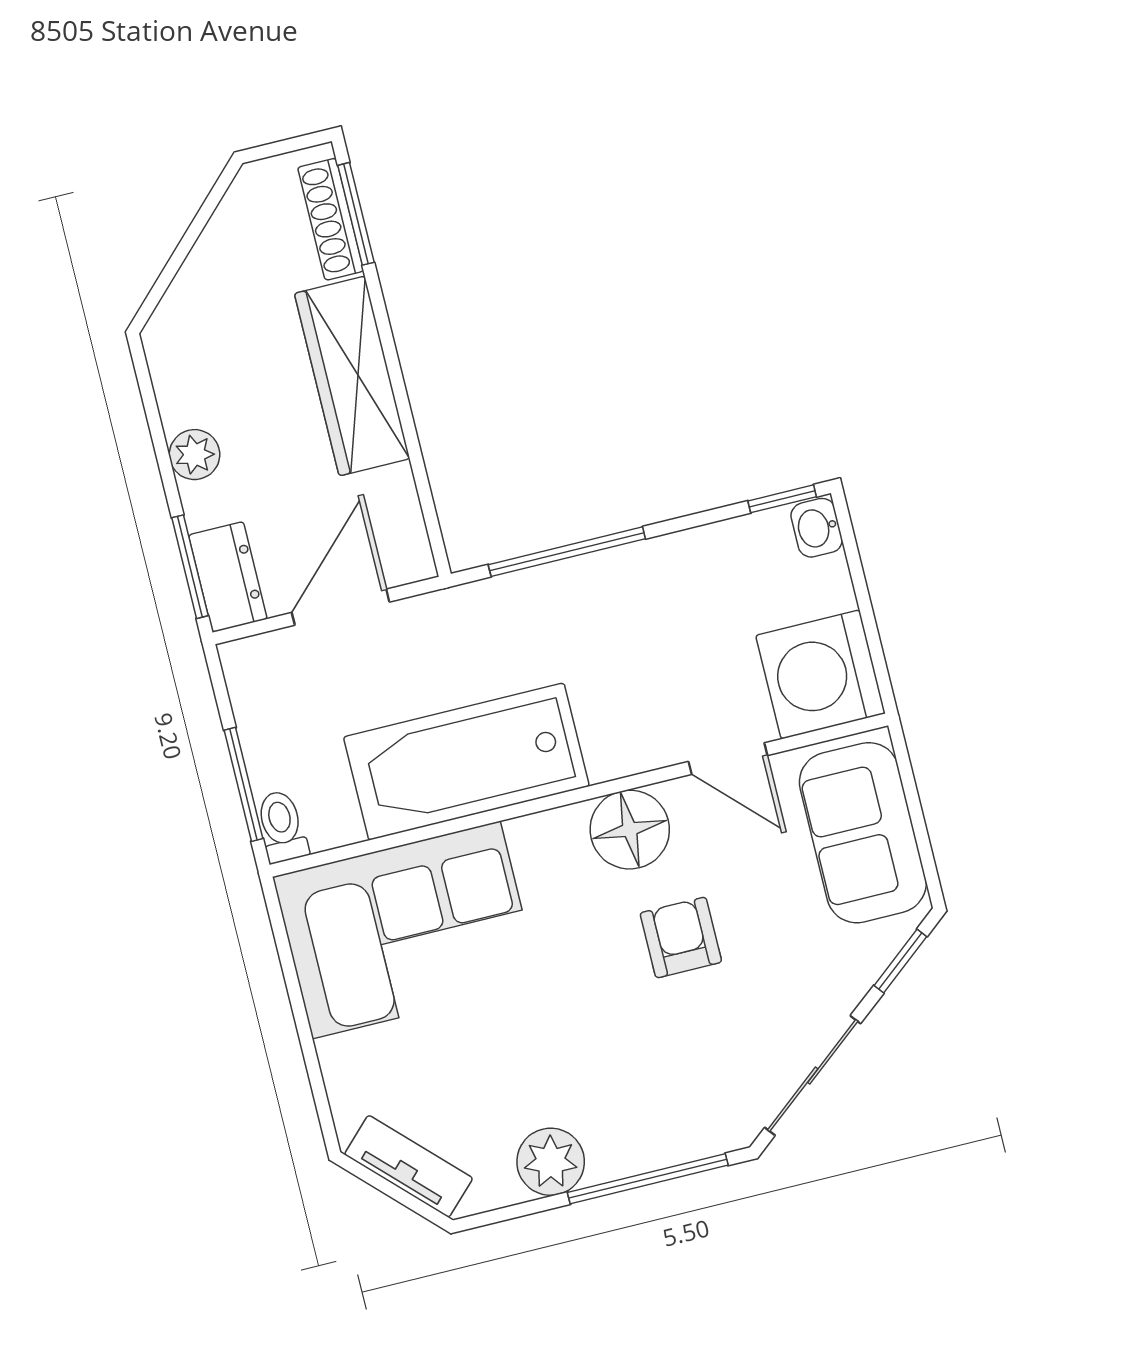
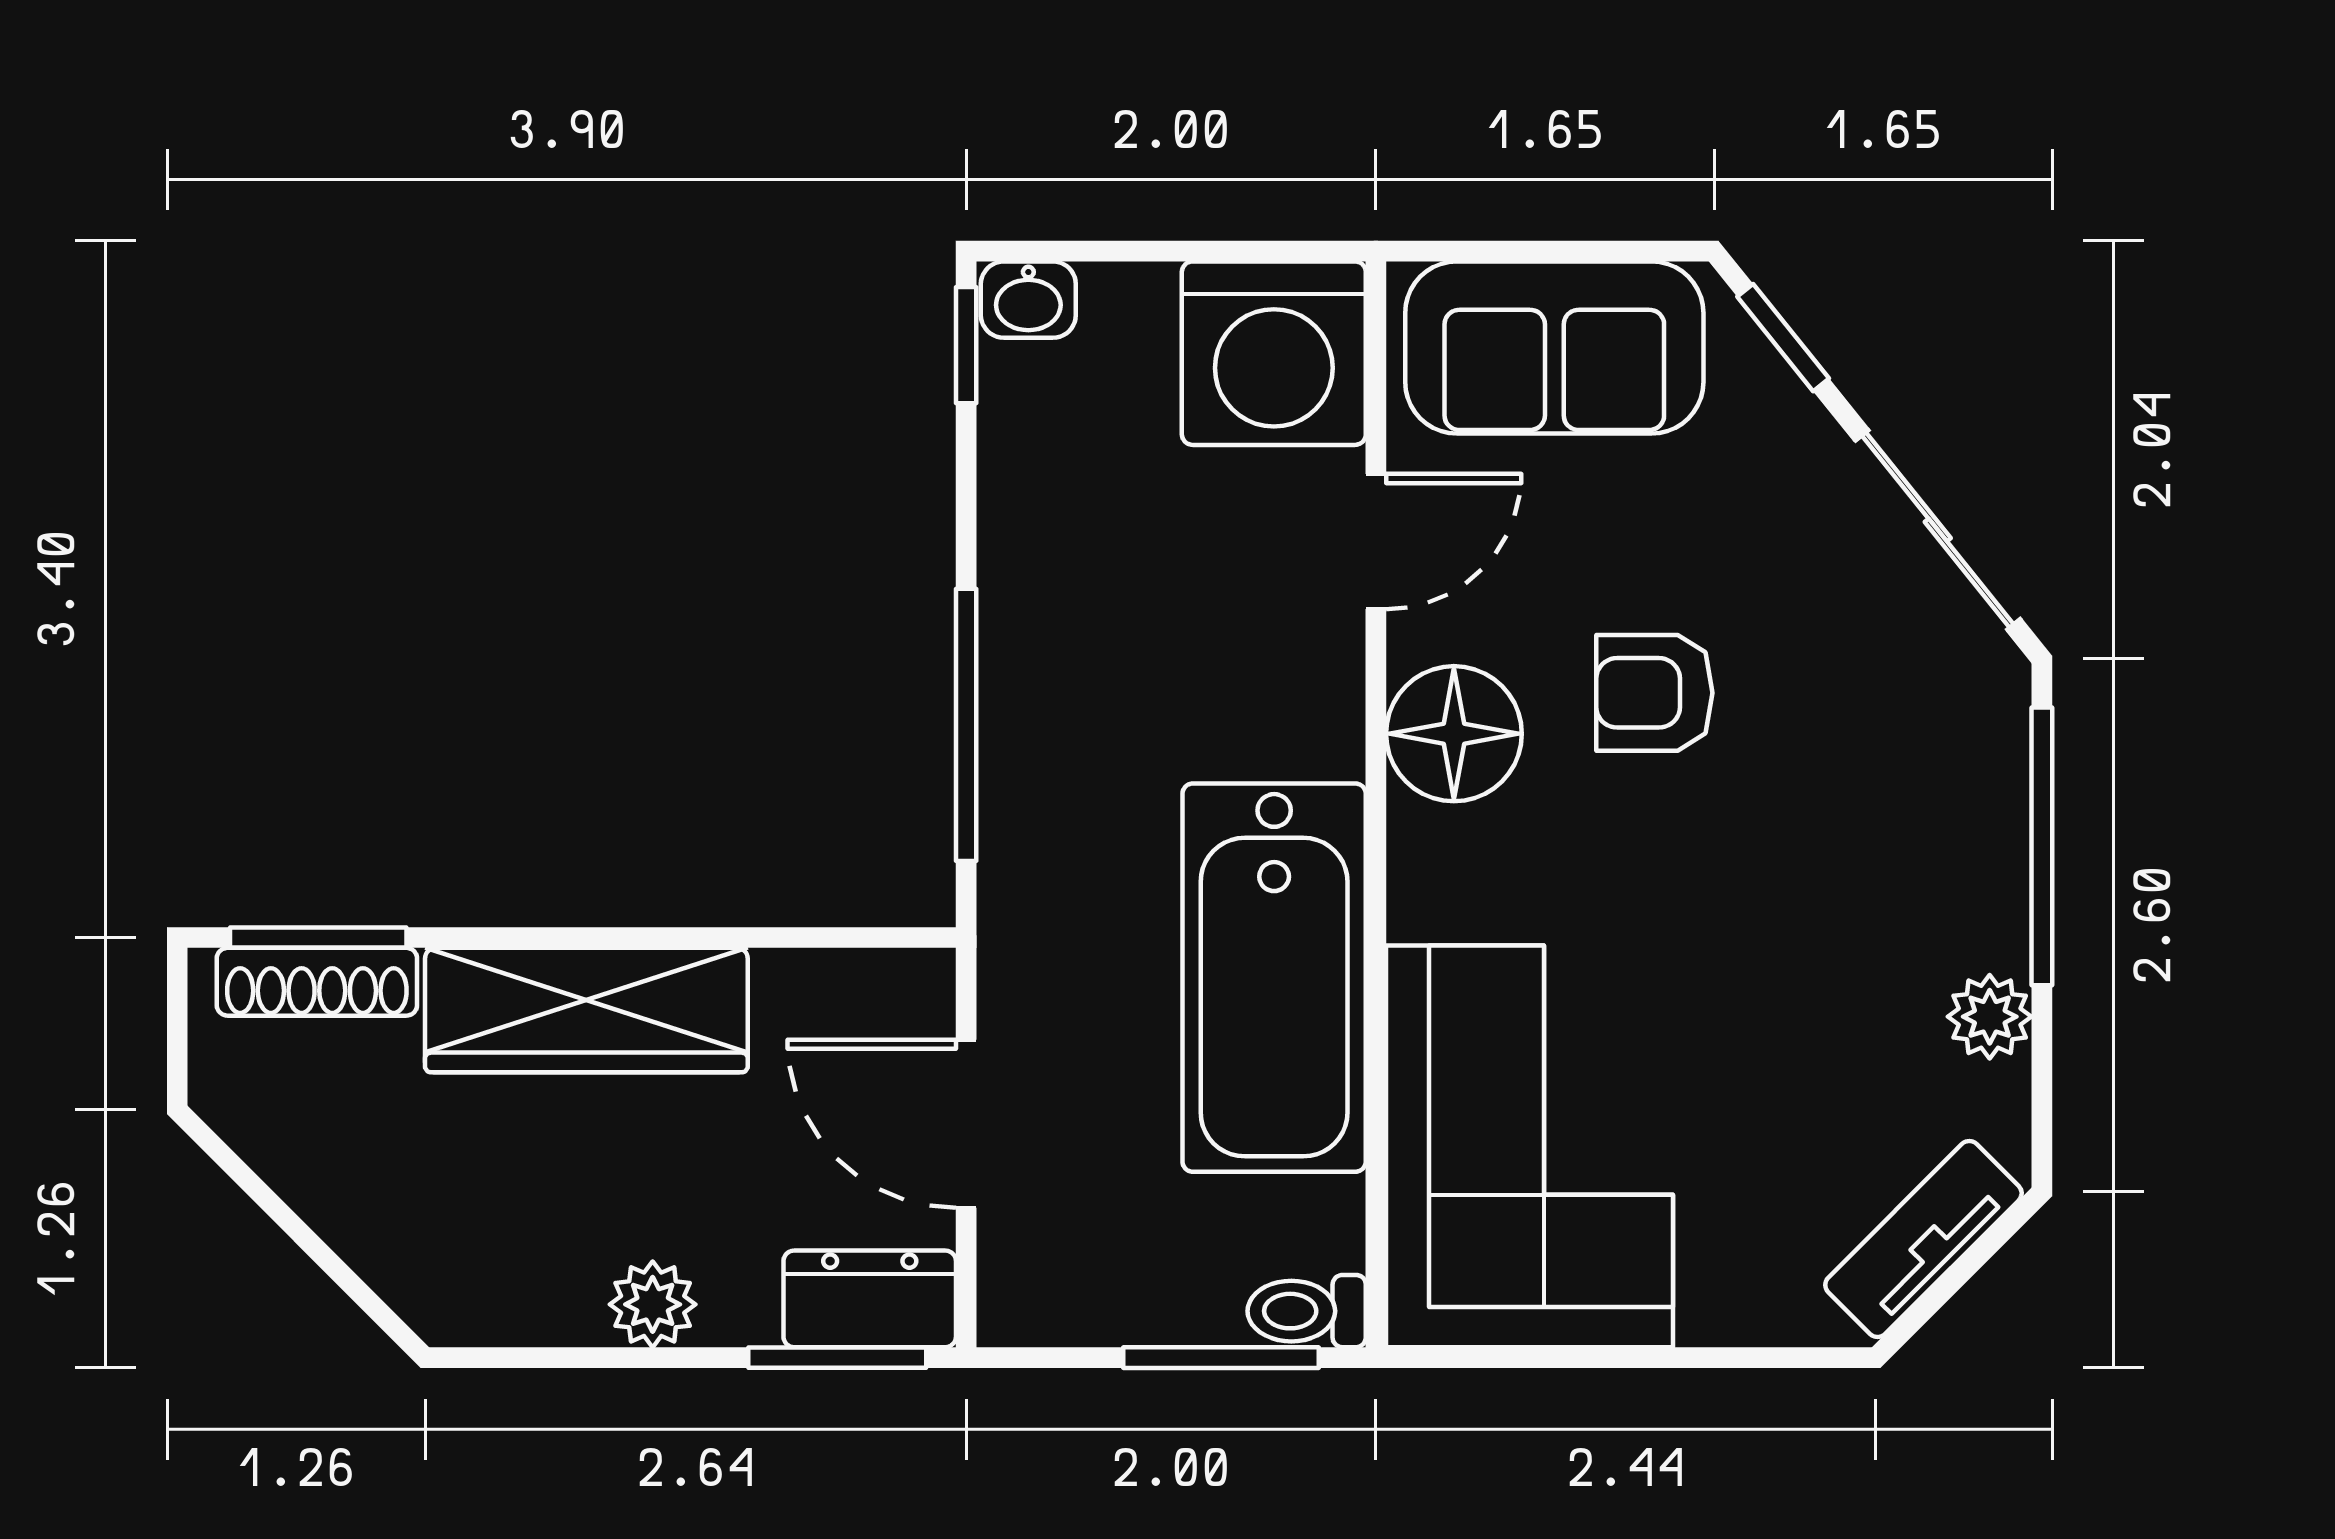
plant: (551, 1162) -> (1990, 1017), width x0.73, depth x0.73

